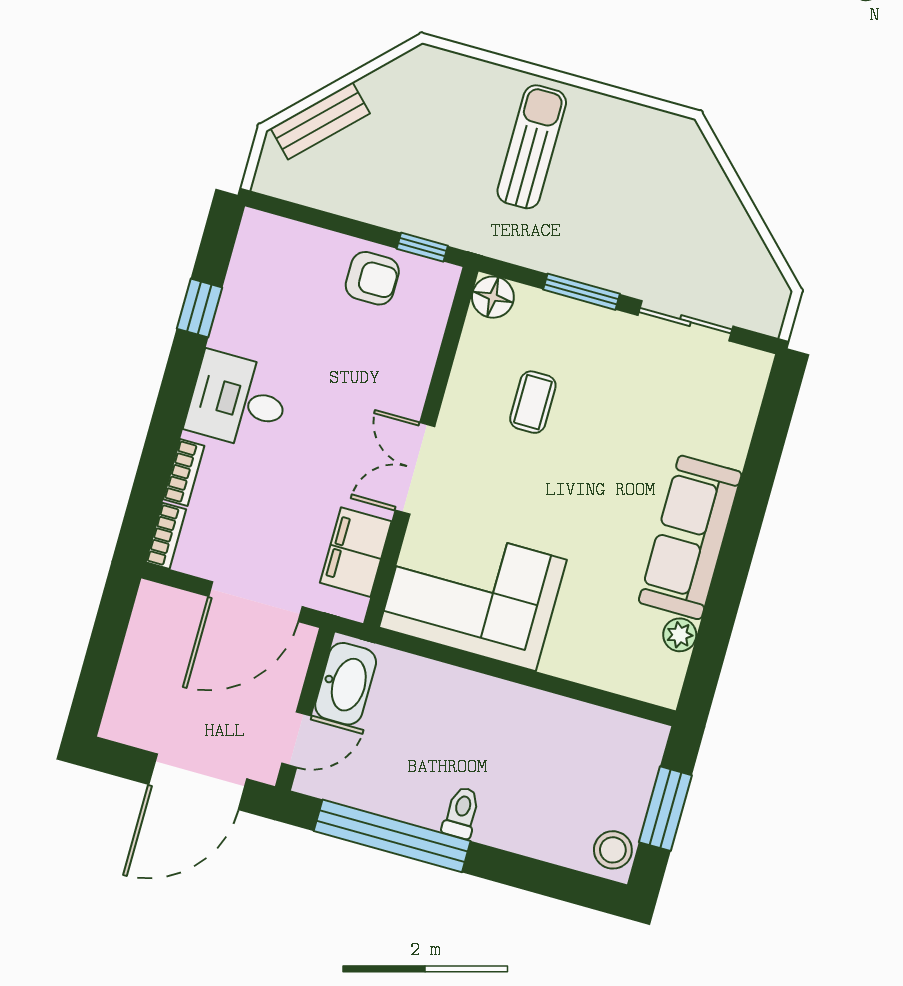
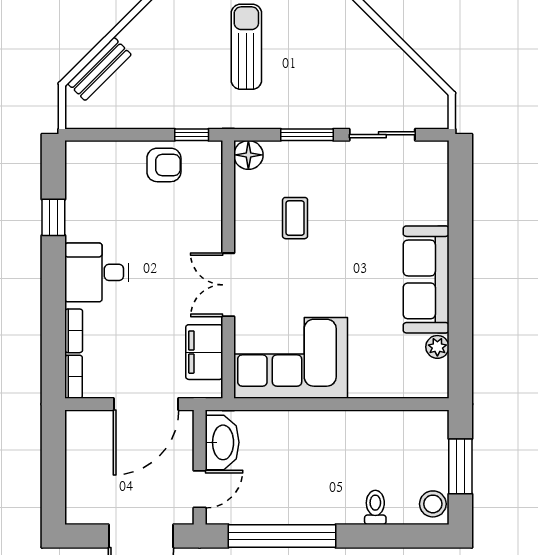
toilet: (461, 813) -> (375, 507), moved

